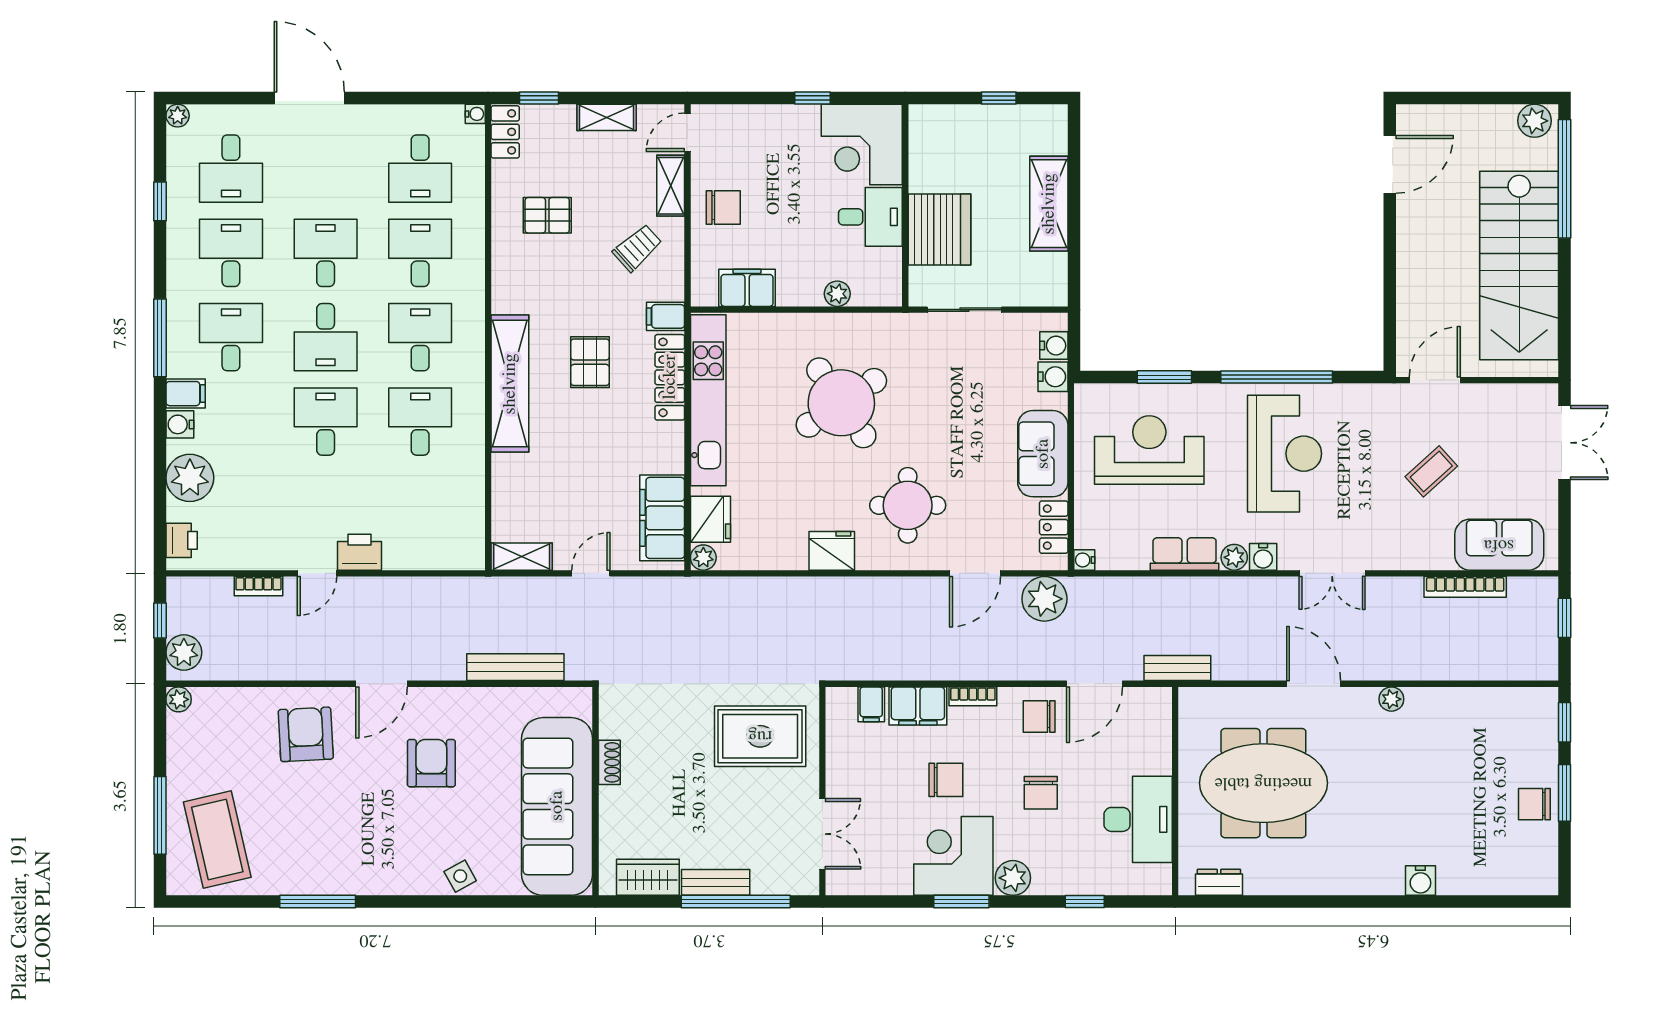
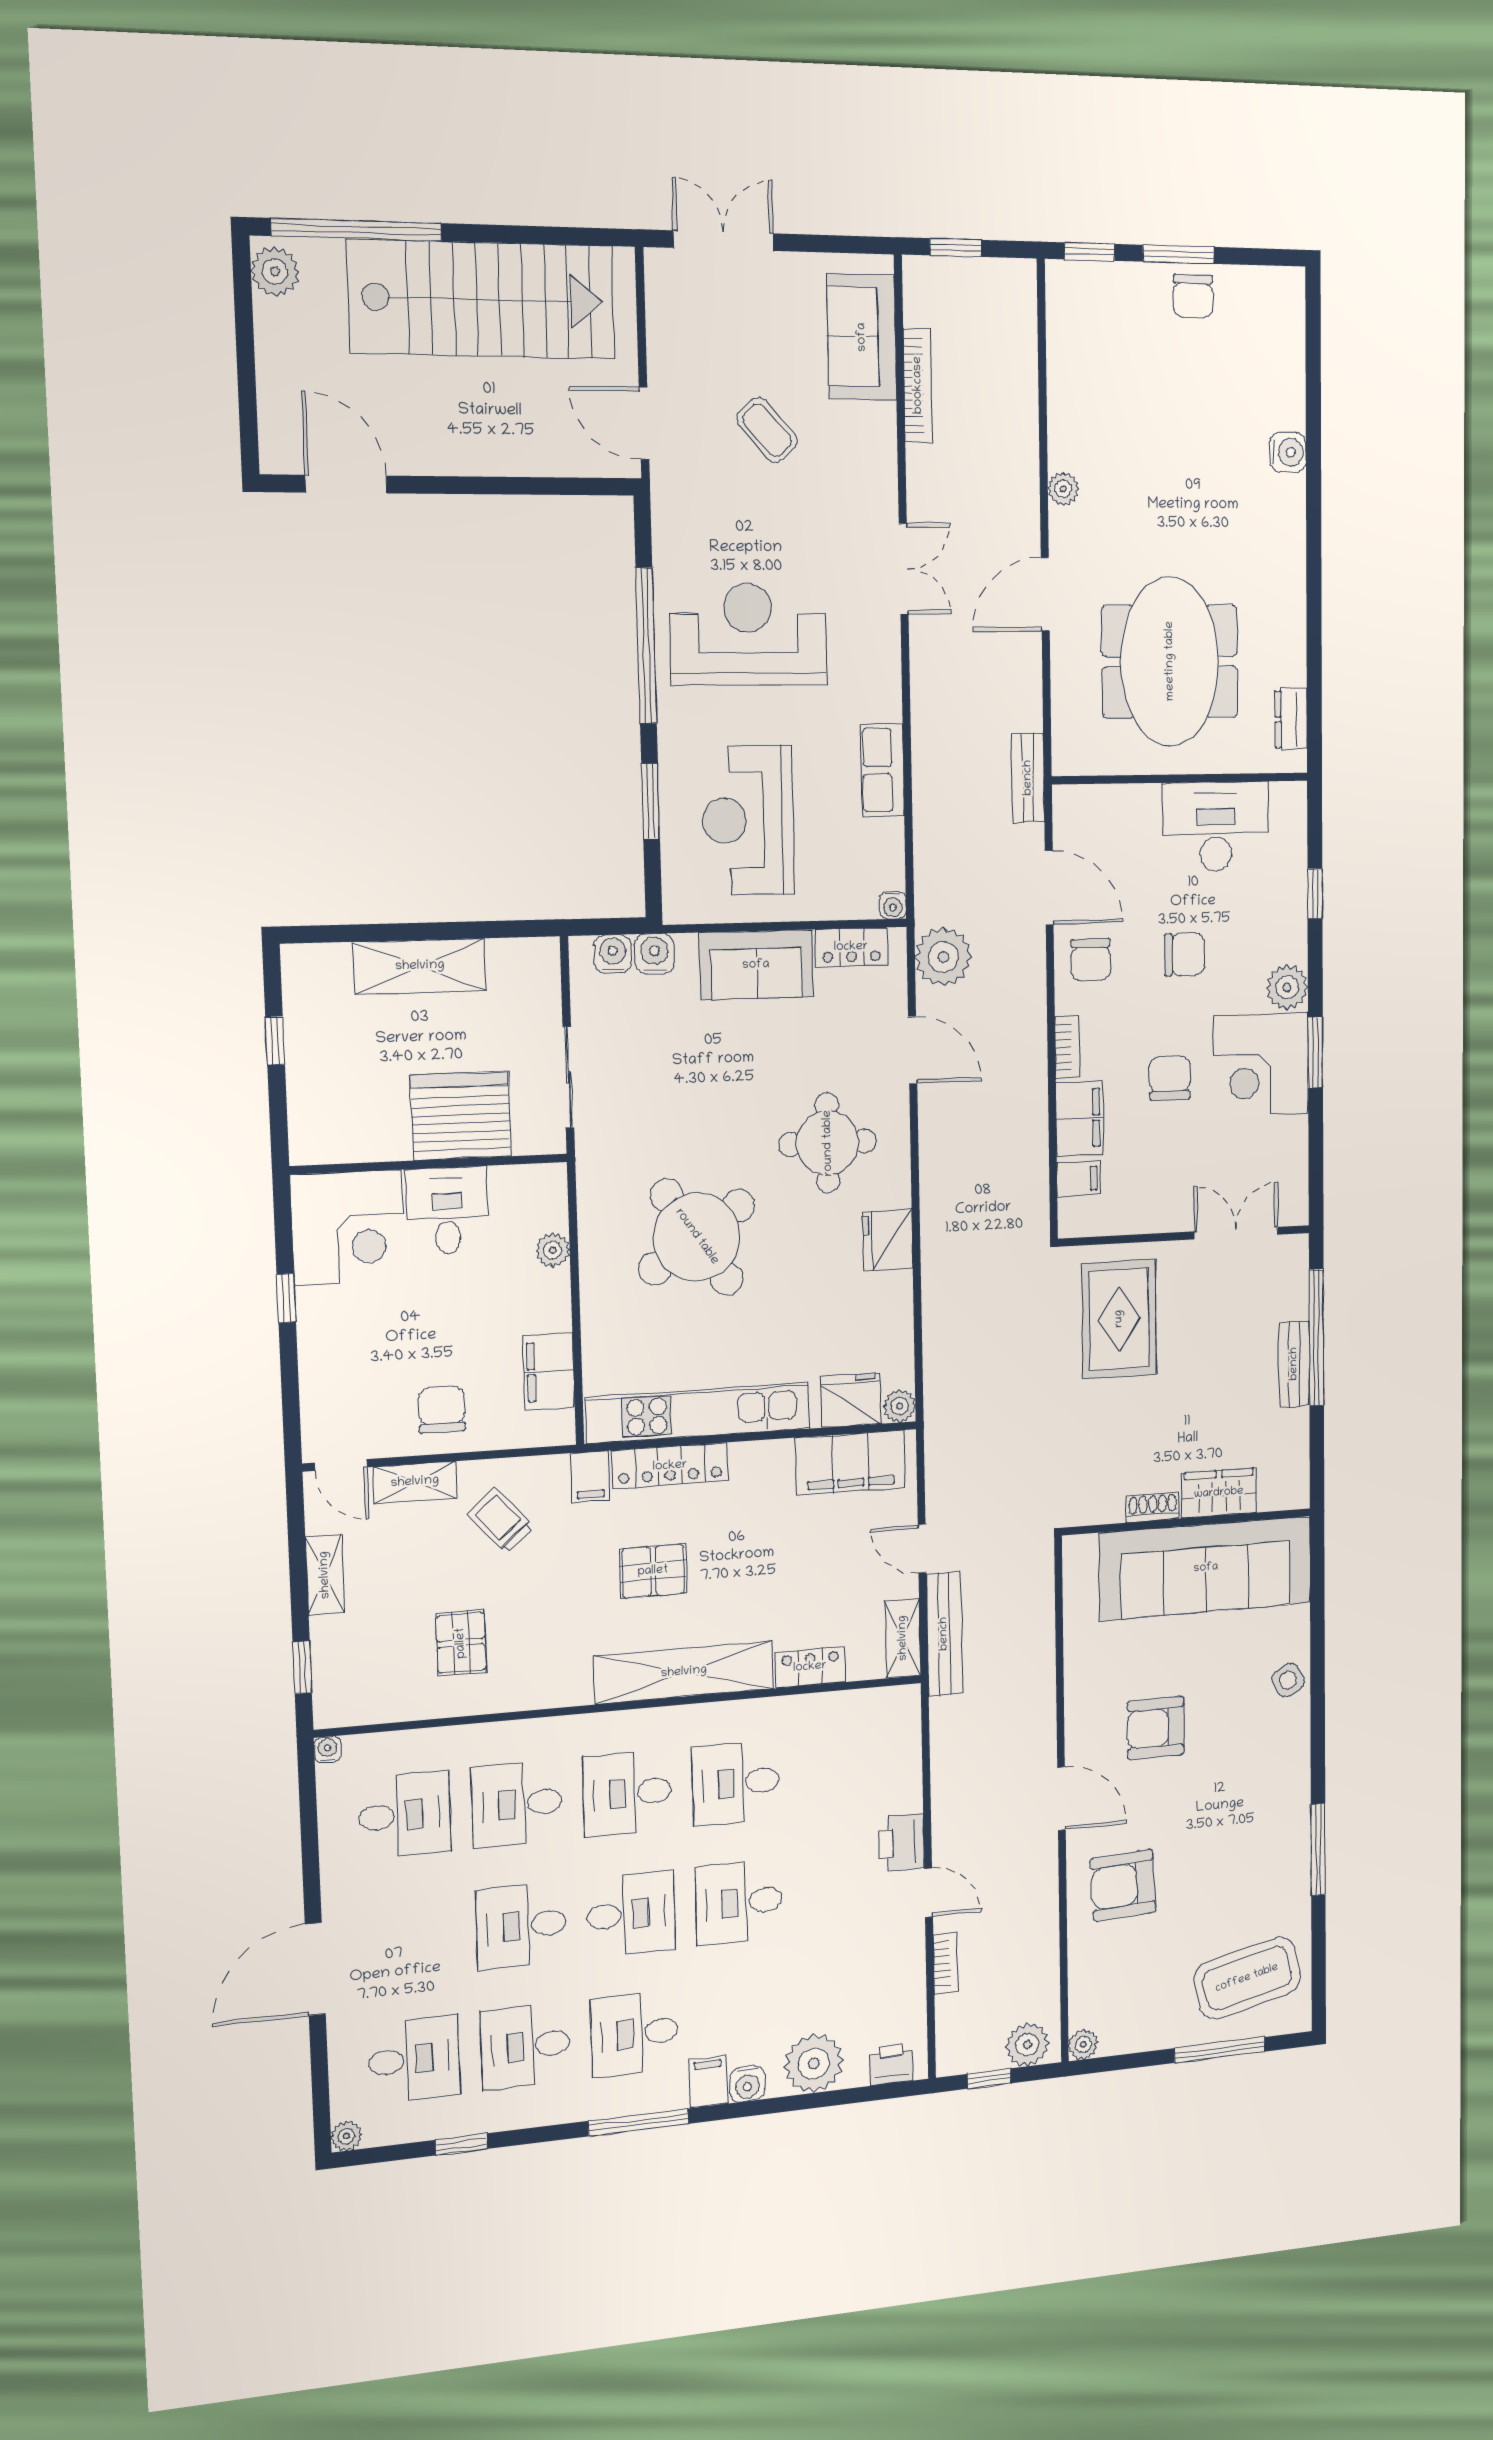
locker: (505, 132) -> (810, 1667), moved
plant: (1234, 557) -> (885, 703), removed
water cooler: (1263, 557) -> (884, 663), removed
bench: (515, 667) -> (944, 1634), moved
wardrobe: (648, 877) -> (1219, 1493), moved, turned 90

